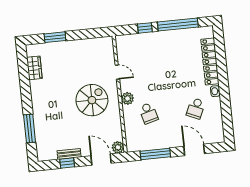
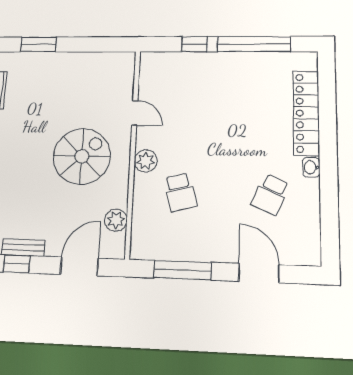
plant: (118, 147) -> (116, 220), moved
door: (101, 160) -> (79, 266), hinge flipped

